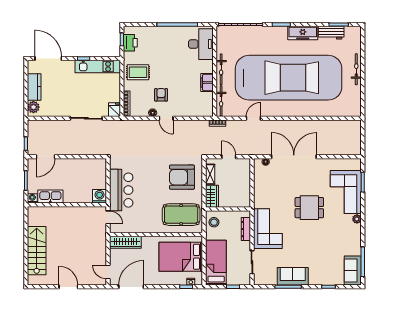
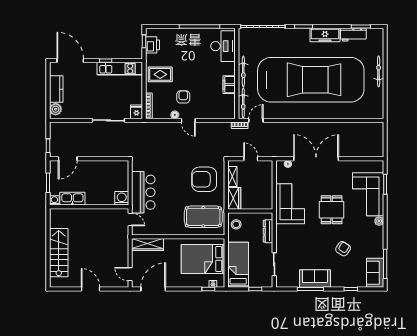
door: (253, 118) -> (256, 120), moved
dining table: (309, 208) -> (332, 210), turned 90
corner sofa: (268, 229) -> (290, 204), moved
armchair: (321, 247) -> (343, 249), added

